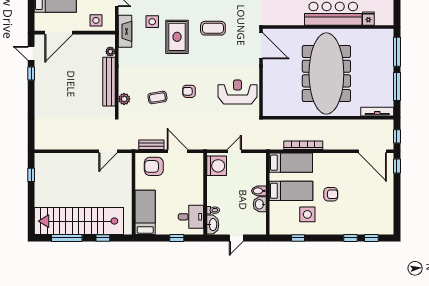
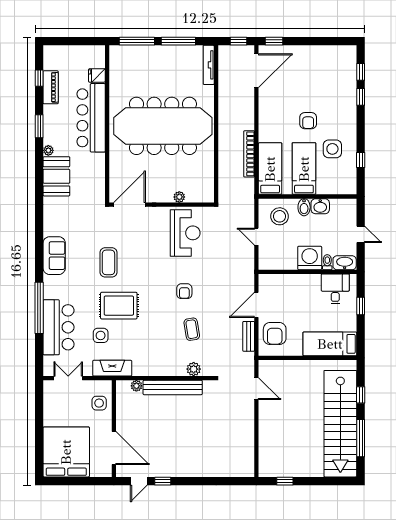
plant: (267, 87) -> (179, 197), added
reception desk: (237, 92) -> (185, 233), turned 180
washing machine: (217, 166) -> (310, 258), moved
stool: (251, 170) -> (280, 216), added
armchair: (331, 194) -> (308, 121), turned 180

